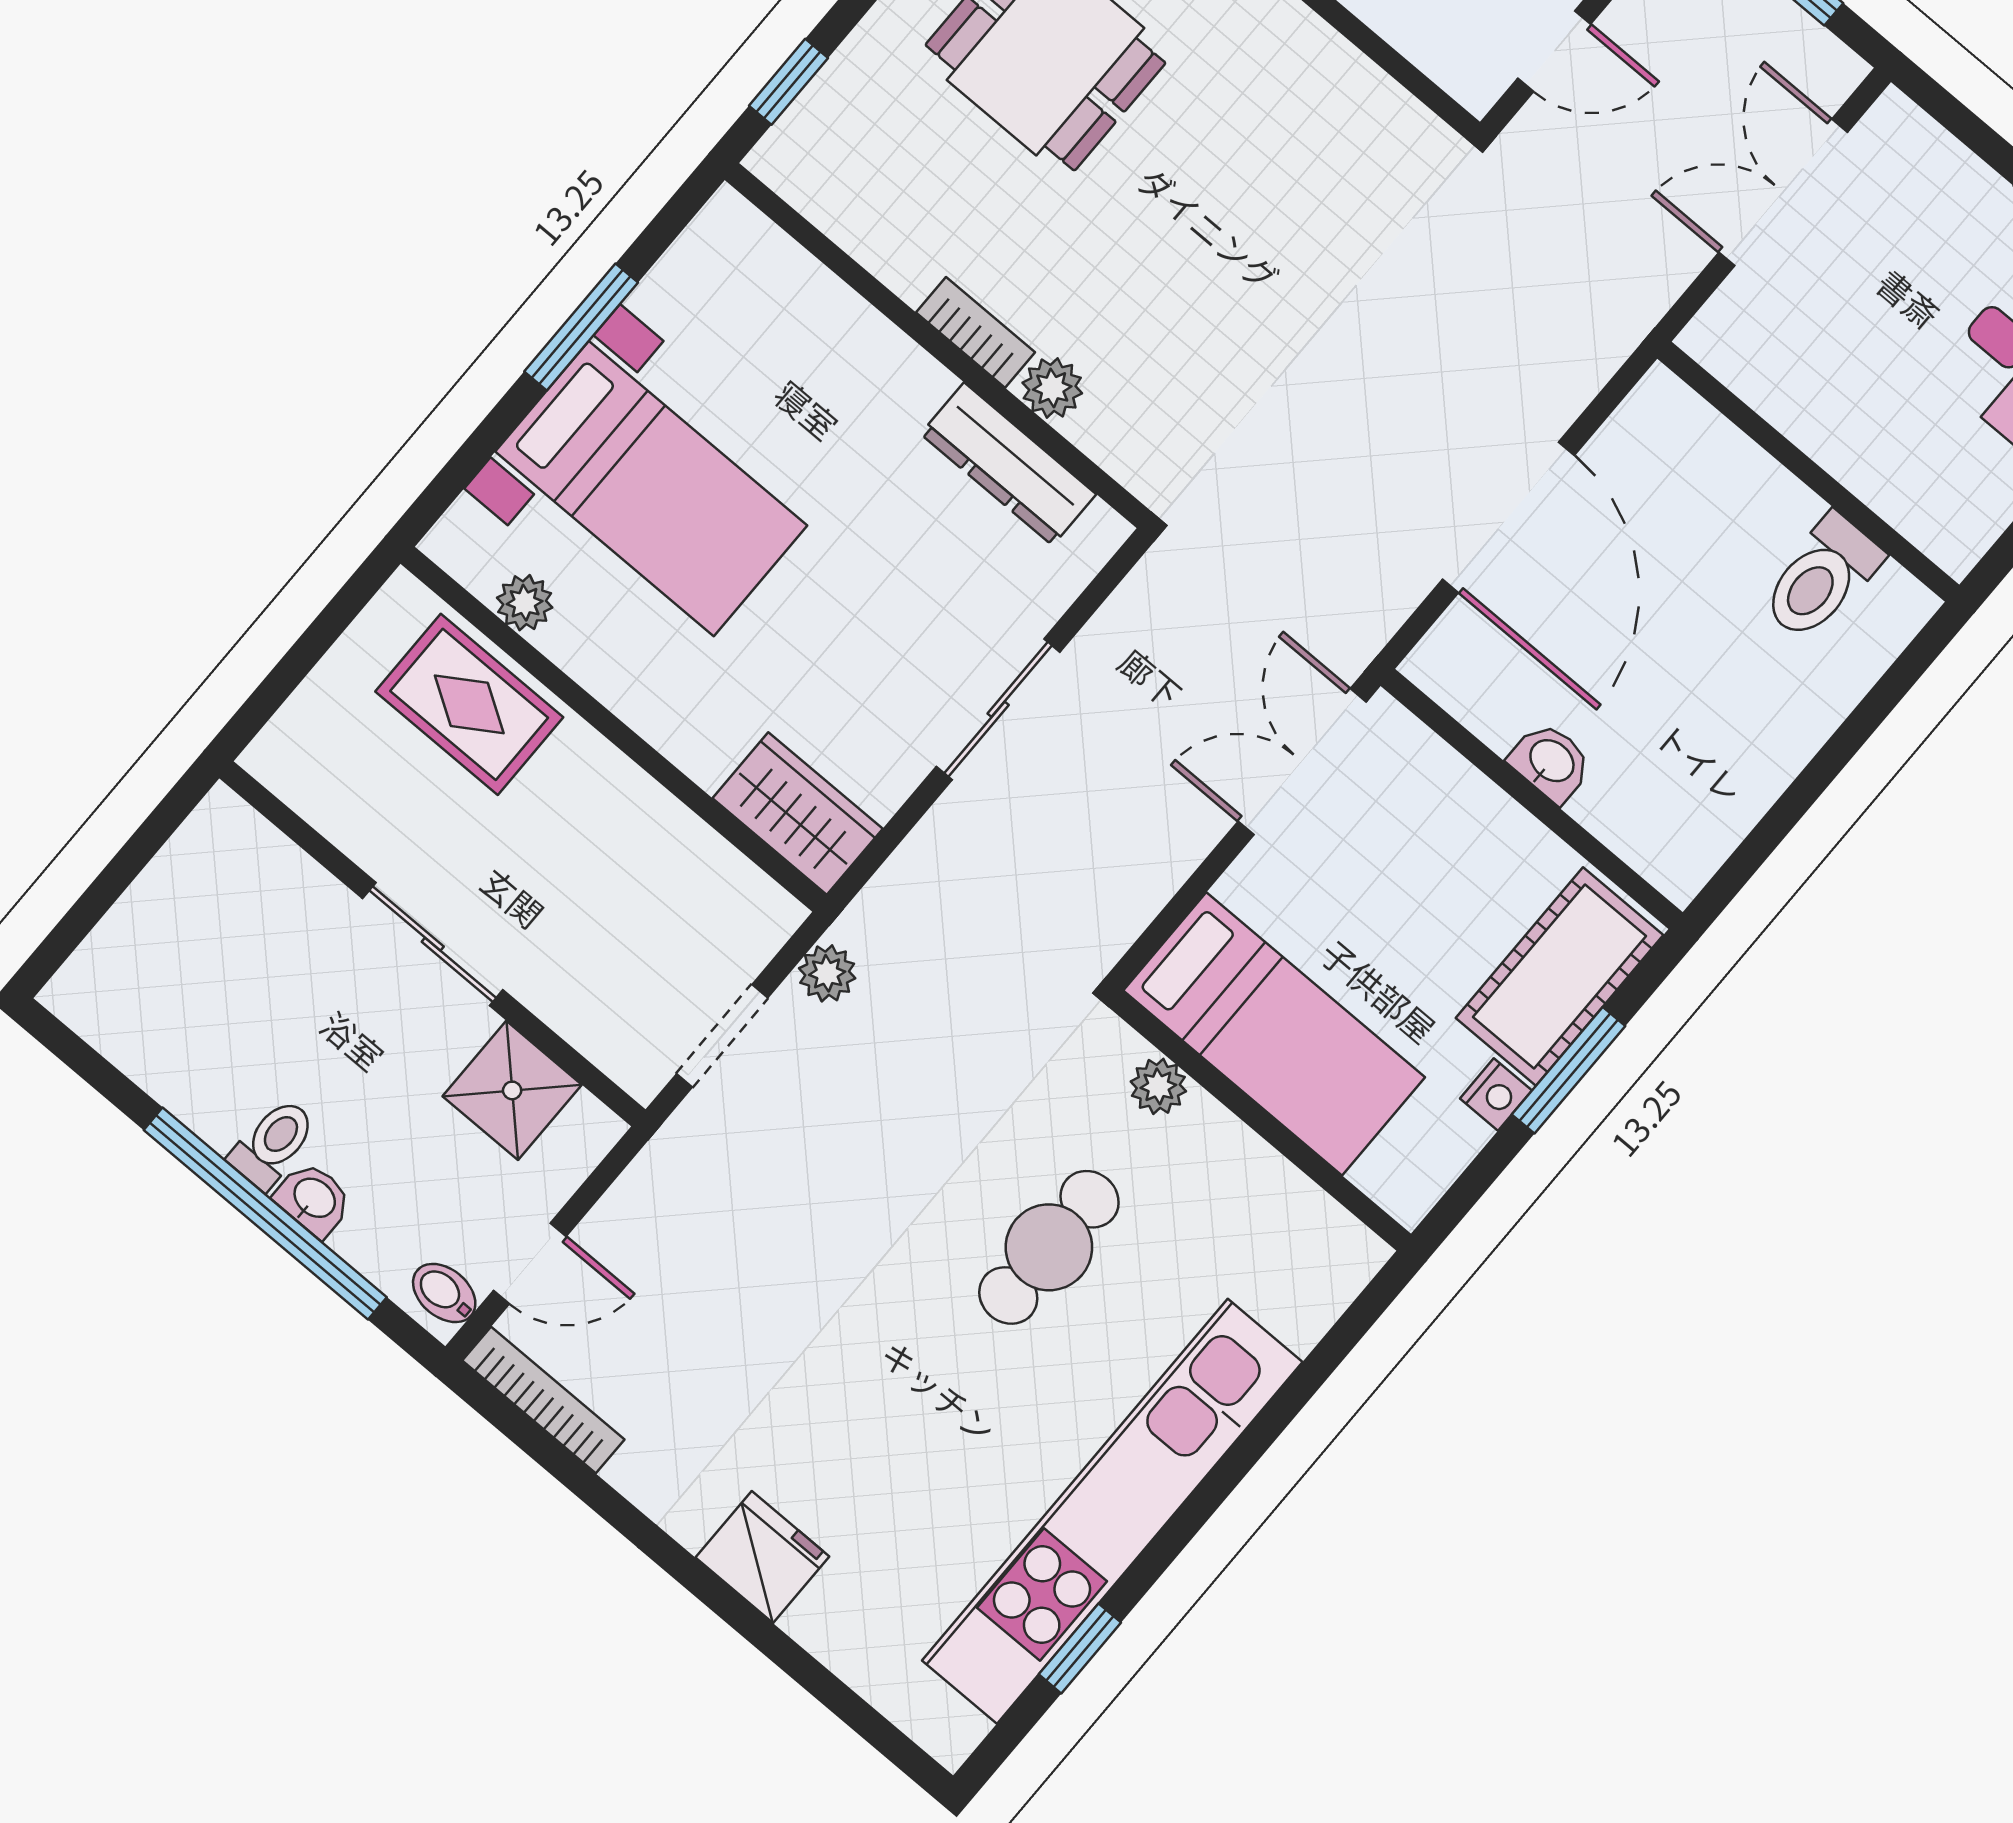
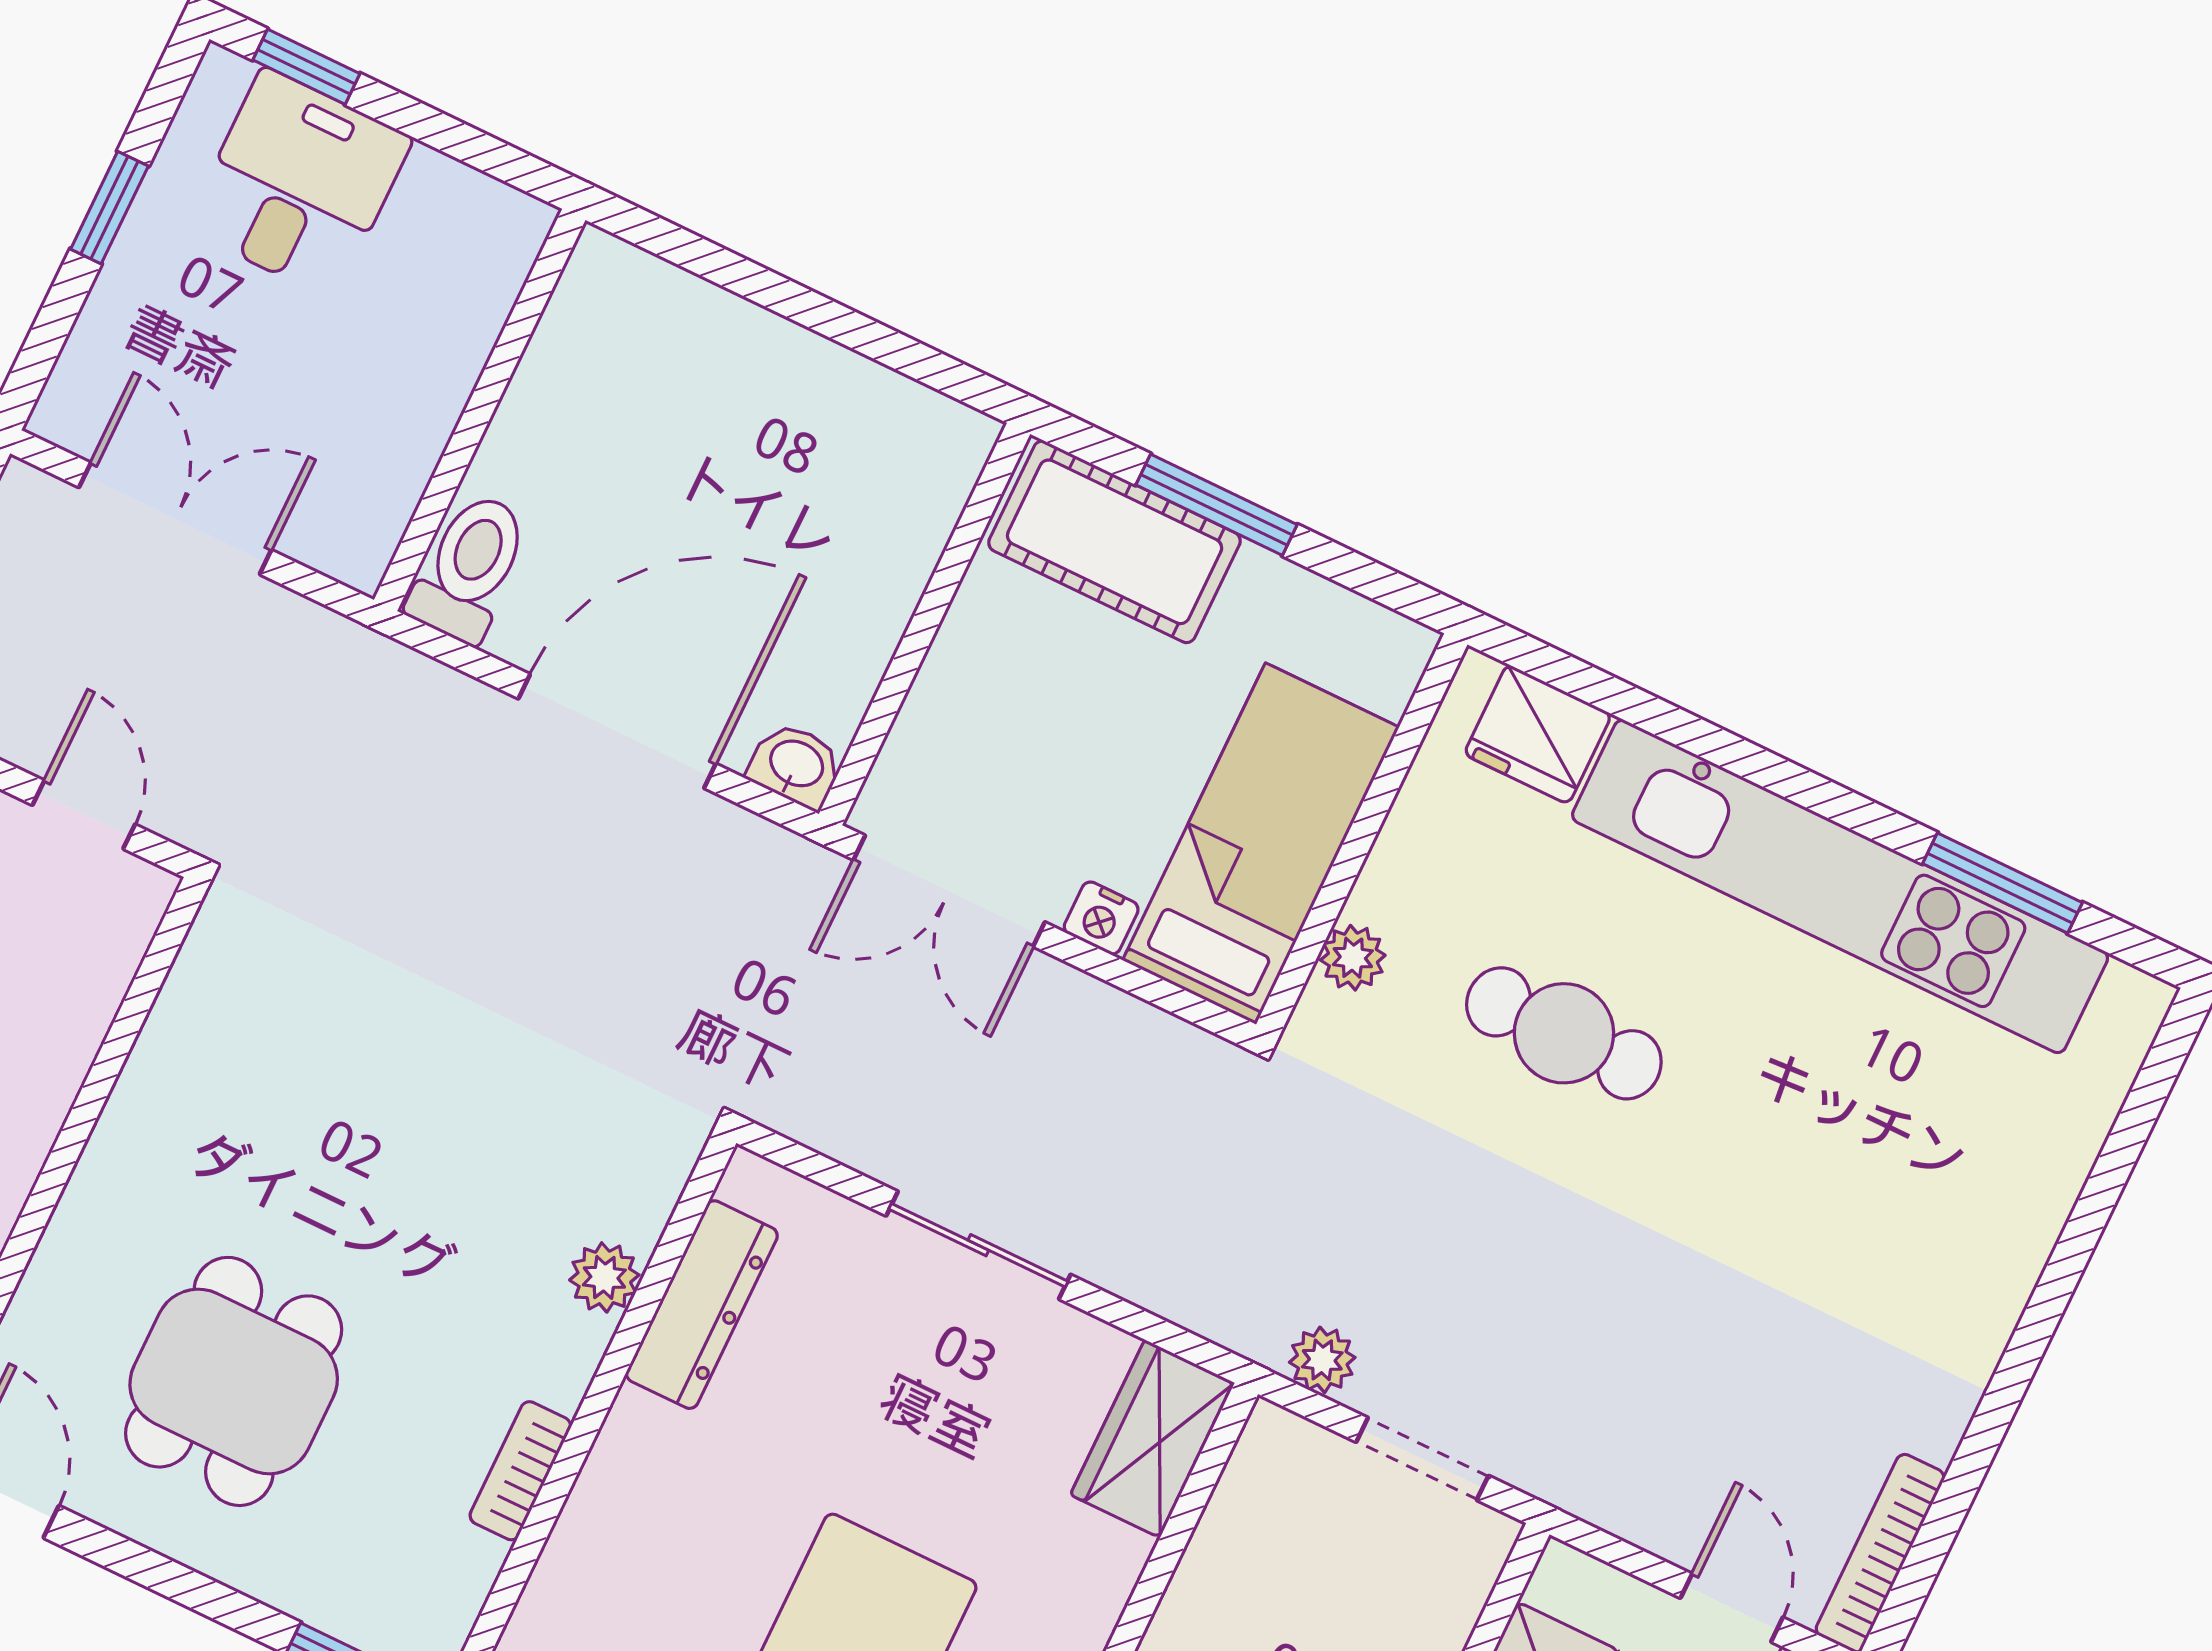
double door: (1783, 192) -> (175, 519), swing flipped
bookcase: (975, 332) -> (520, 1471), moved
toilet: (1821, 578) -> (470, 568), moved, turned -90
washbasin: (1551, 762) -> (796, 765), moved, turned 90
nightstand: (1496, 1094) -> (1101, 918), moved, turned 180
fridge: (762, 1557) -> (1538, 734), moved, turned -90
window: (1080, 1648) -> (2002, 883), width x1.50

